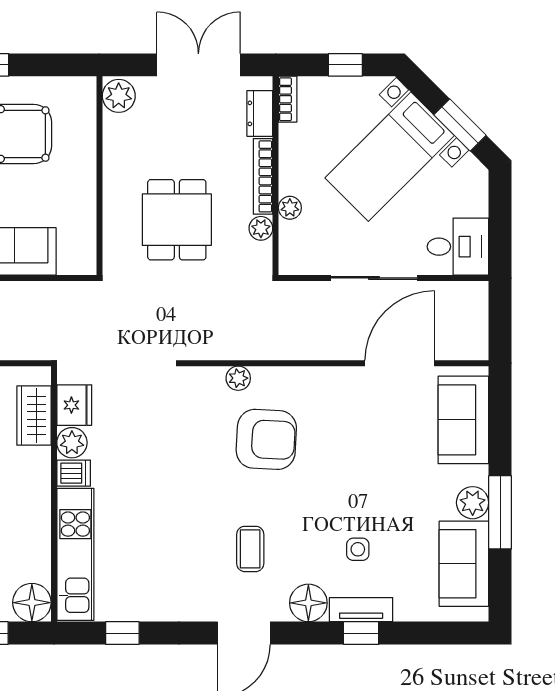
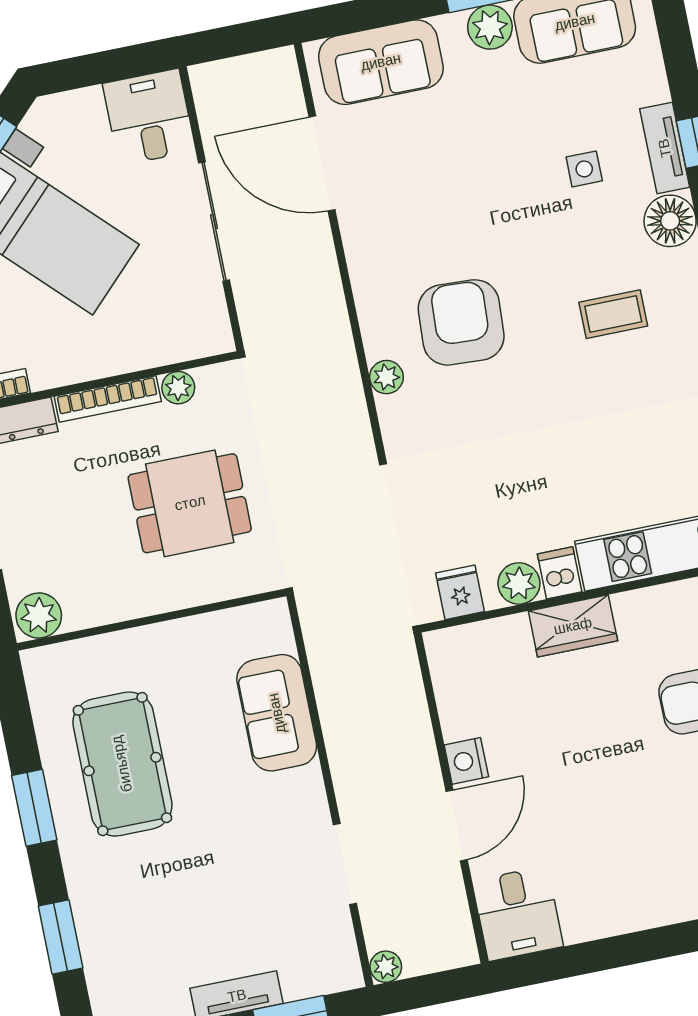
plant: (290, 208) -> (143, 354), removed
fridge: (74, 405) -> (460, 592), width x0.72
wardrobe: (34, 416) -> (573, 626), moved

